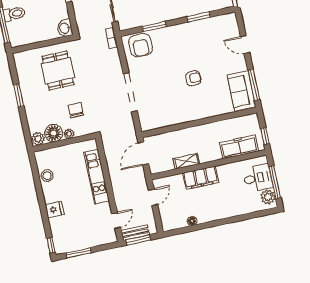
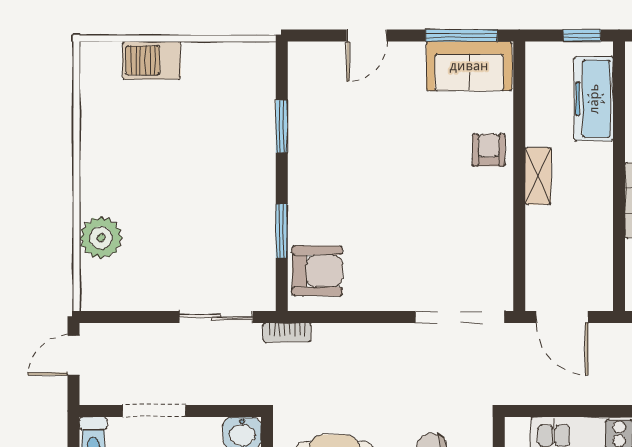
armchair: (193, 78) -> (489, 150), moved
doorway: (130, 92) -> (460, 317), moved
shelving: (186, 161) -> (538, 176), moved

